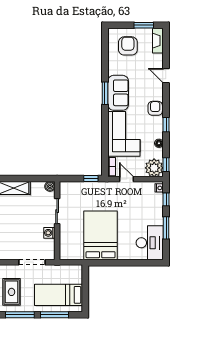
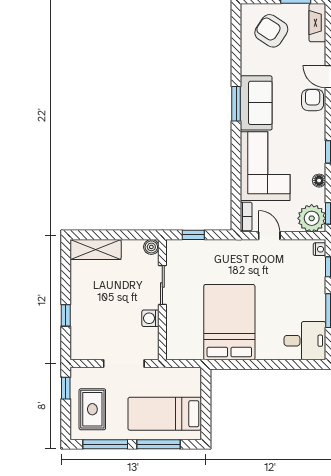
armchair: (128, 46) -> (271, 31), turned -57
armchair: (155, 108) -> (313, 100), moved
window: (91, 179) -> (193, 235), moved
desk: (150, 243) -> (305, 341), width x0.73

